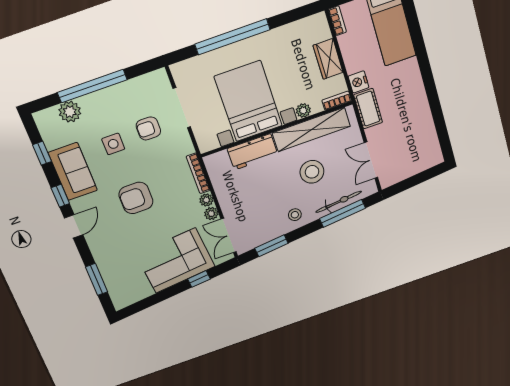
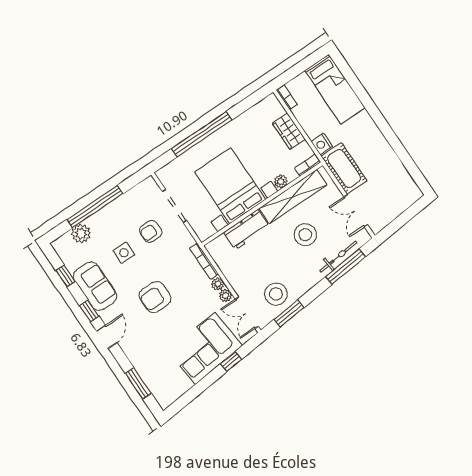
cot: (368, 109) -> (344, 168), width x1.37, depth x1.34
stool: (295, 215) -> (276, 294), moved, width x1.89, depth x1.89

